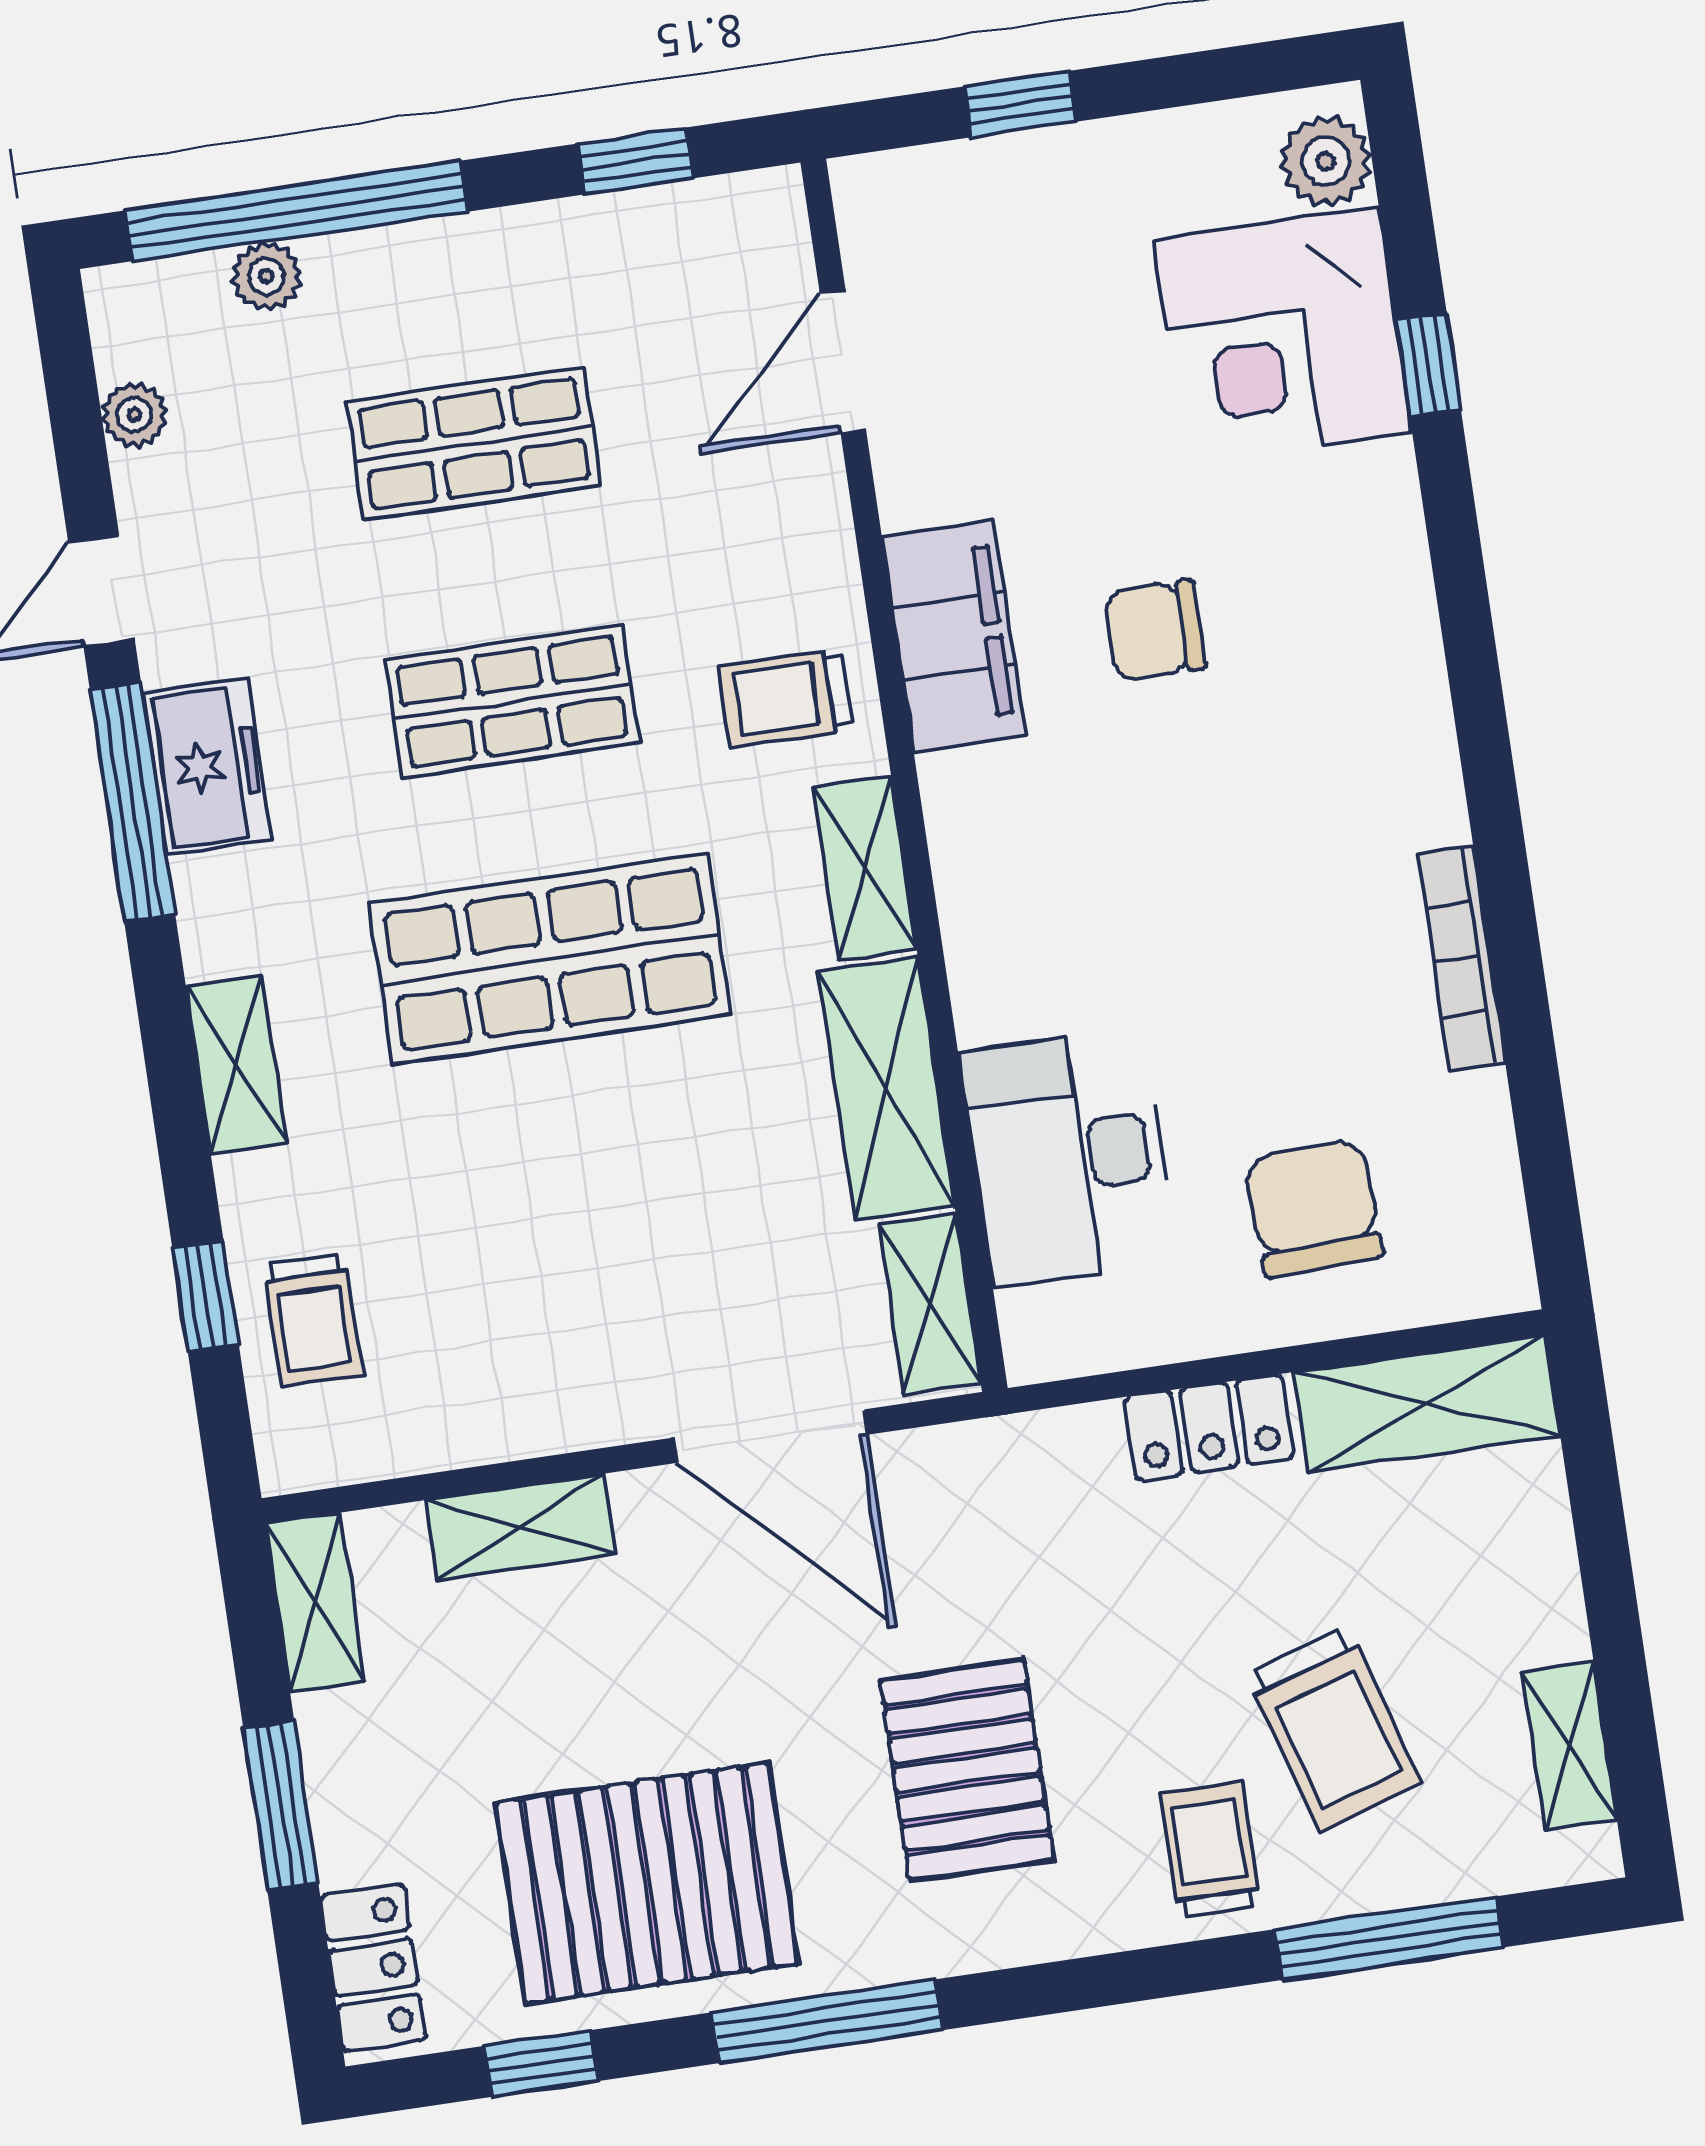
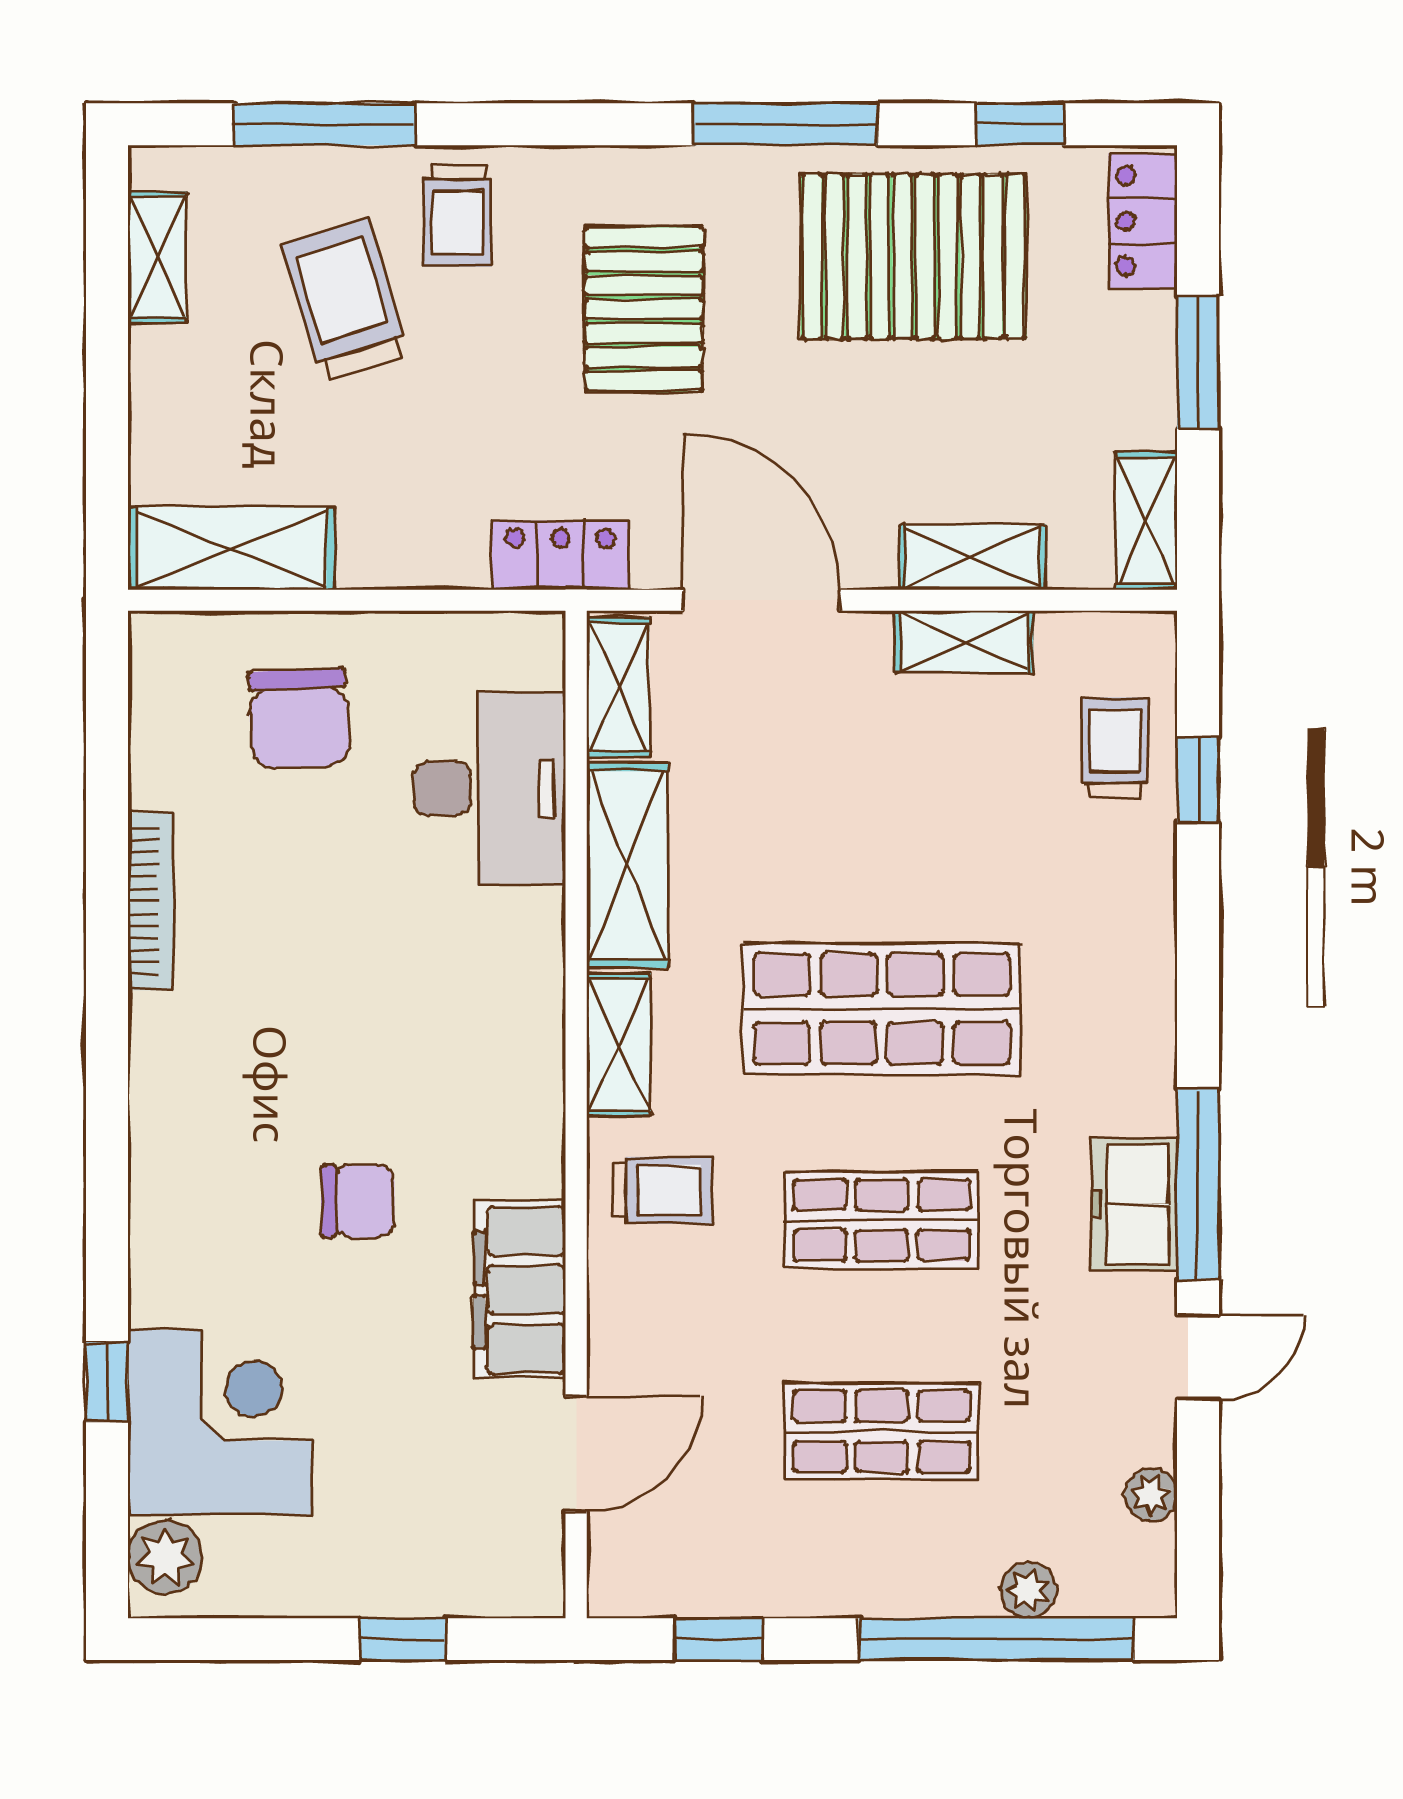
filing cabinet: (954, 636) -> (520, 1290), moved
shelving: (236, 1065) -> (964, 642), moved, turned 90
locker: (1209, 1427) -> (560, 555), moved

